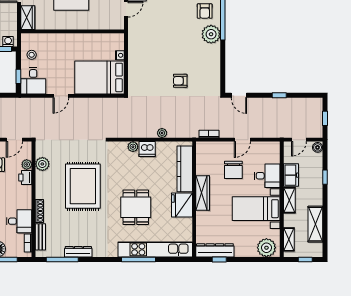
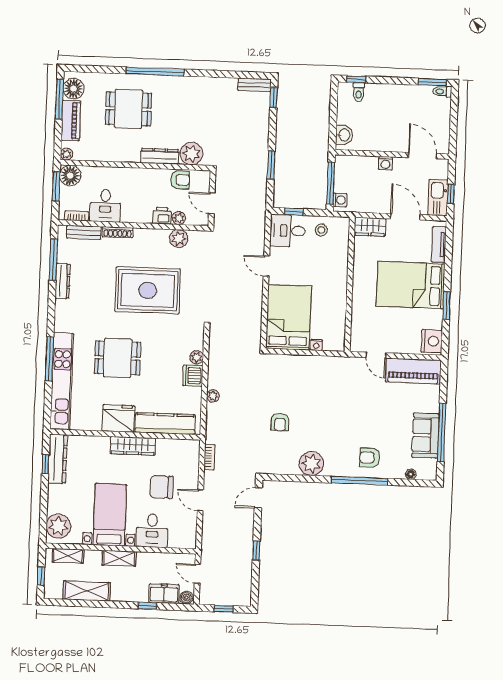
plant: (211, 34) -> (311, 464), moved
armchair: (180, 81) -> (280, 422), turned 180
freezer: (291, 175) -> (164, 594), moved, turned 180

